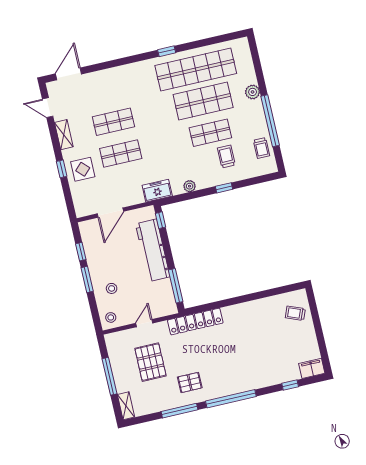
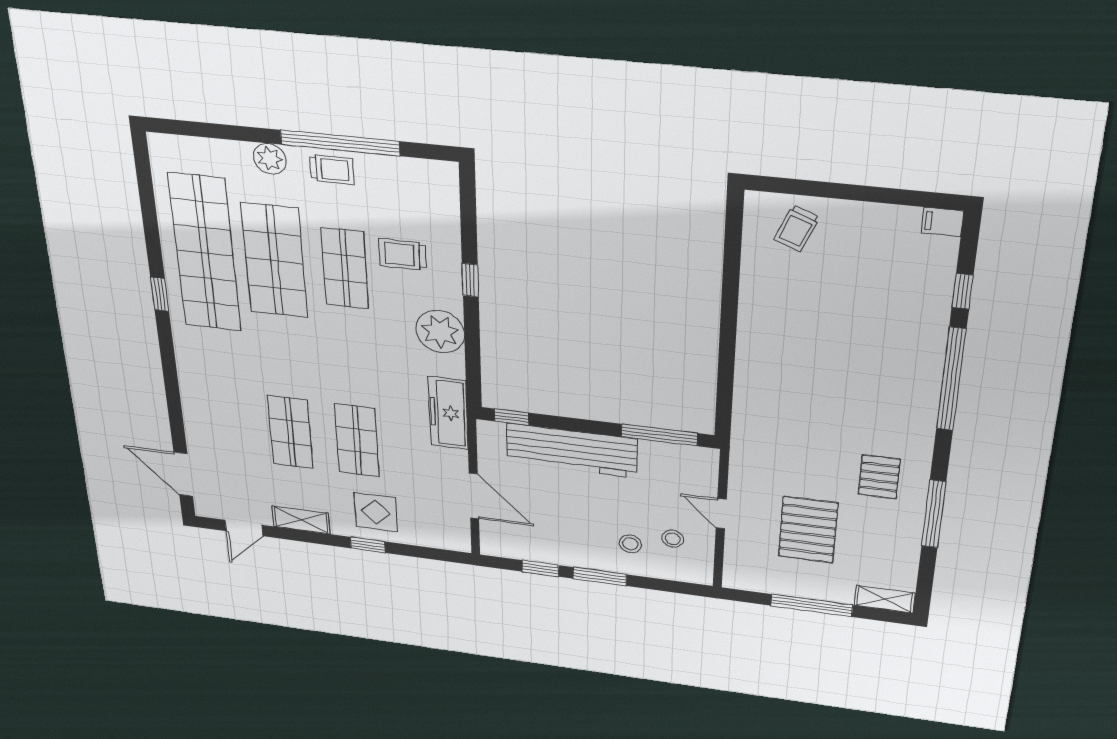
trolley: (261, 148) -> (332, 170), moved
plant: (190, 186) -> (440, 332), width x1.87, depth x1.87
freezer: (157, 191) -> (448, 413), width x1.40
stool: (111, 317) -> (673, 539), moved
locker: (195, 321) -> (749, 425), removed
pallet: (150, 362) -> (808, 530), turned 90
filing cabinet: (312, 368) -> (942, 222), width x0.50
window: (231, 399) -> (951, 379), moved

